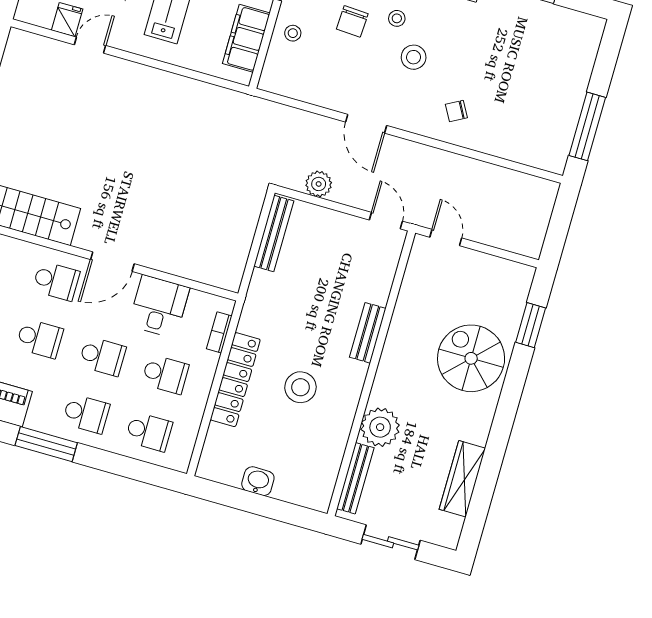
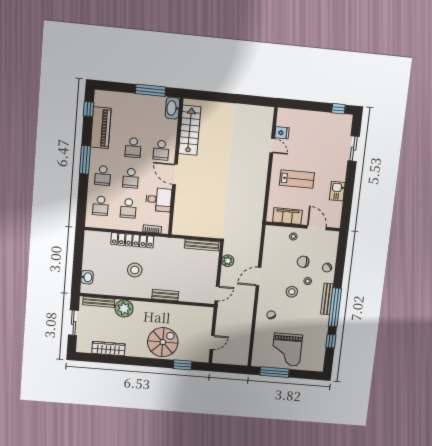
grand piano: (541, 90) -> (287, 350), added
door: (446, 238) -> (212, 342), moved
washbasin: (258, 481) -> (87, 277), moved

